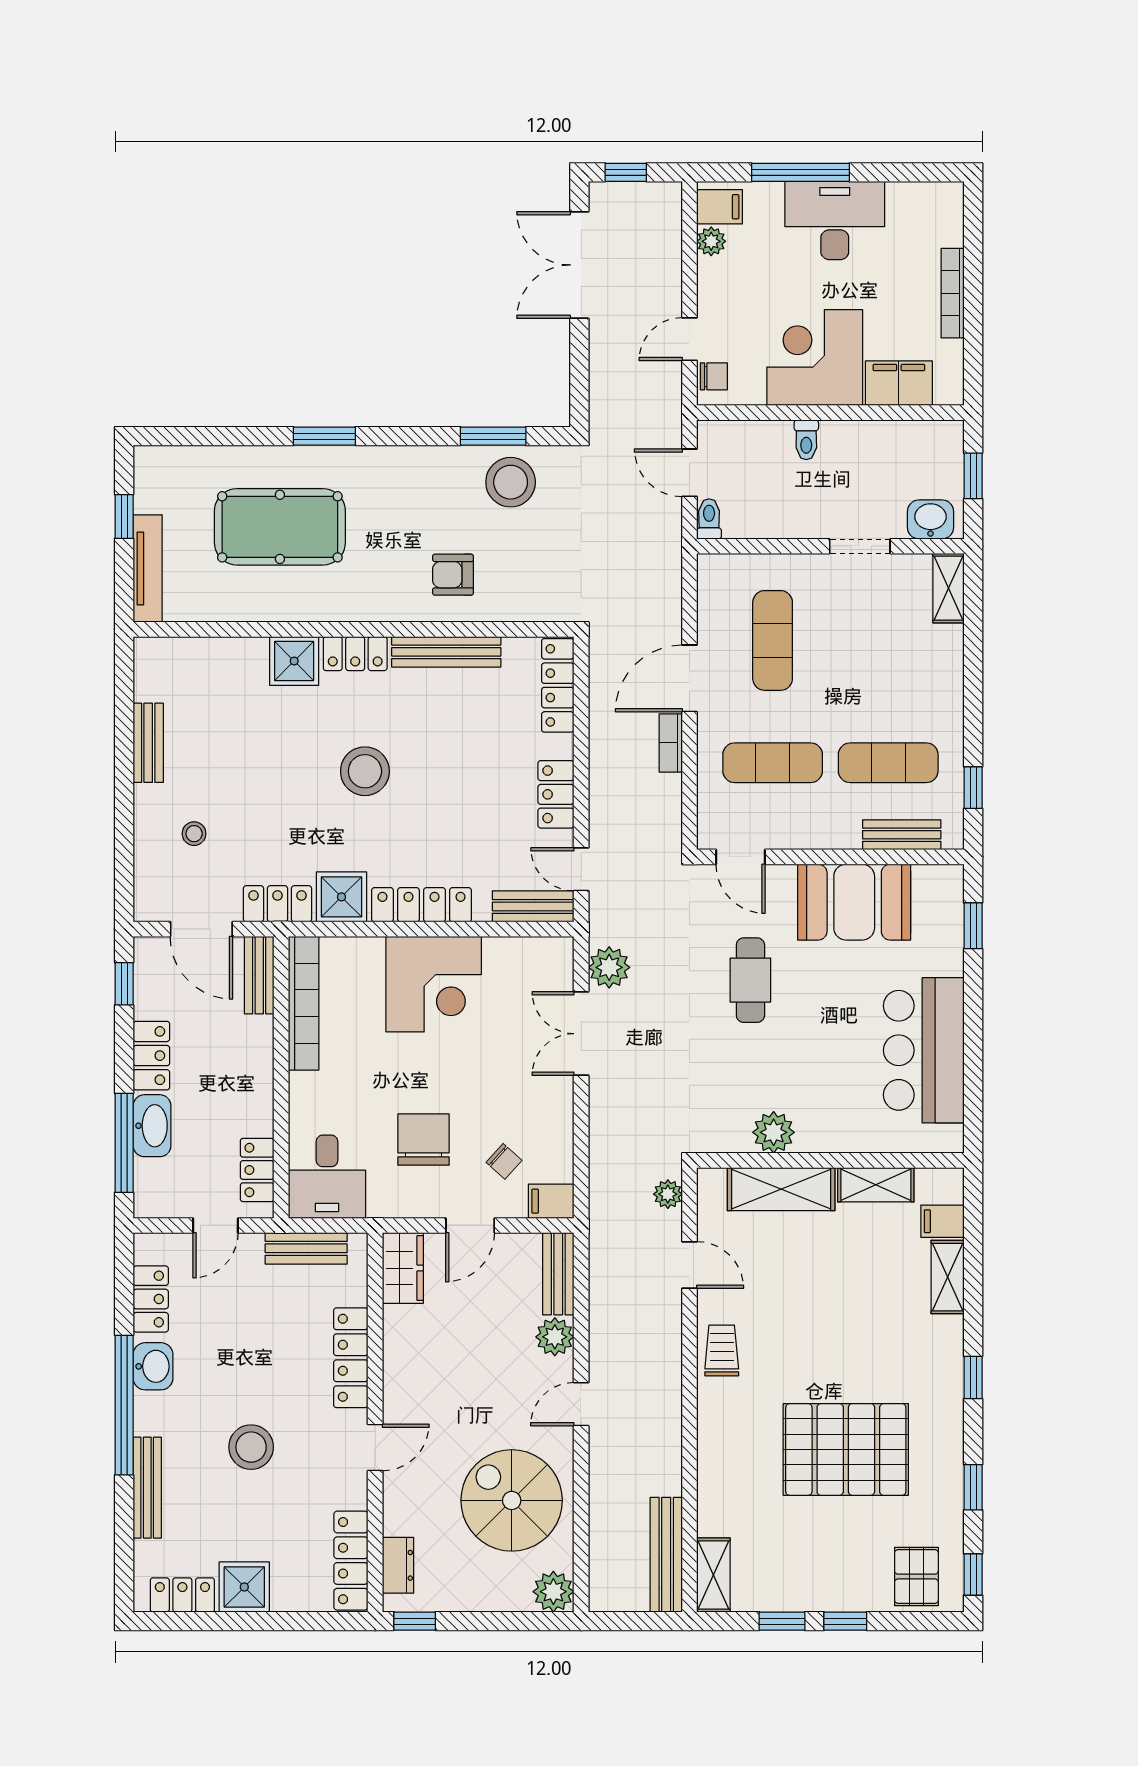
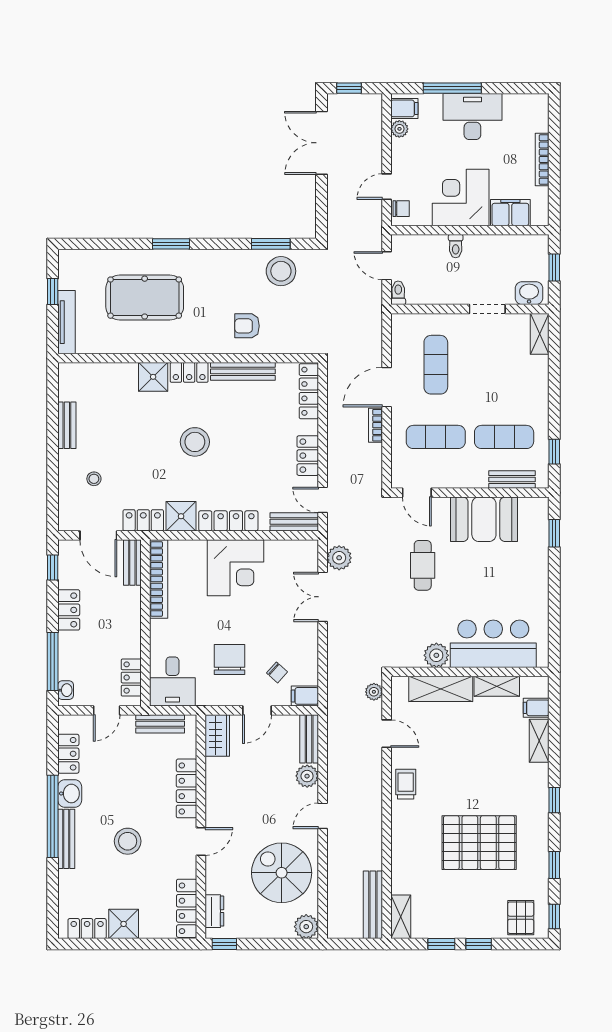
bar counter: (924, 1050) -> (493, 644), moved, turned 90
washbasin: (152, 1126) -> (66, 690), moved, width x0.52, depth x0.69
bench: (147, 1488) -> (66, 839), moved

